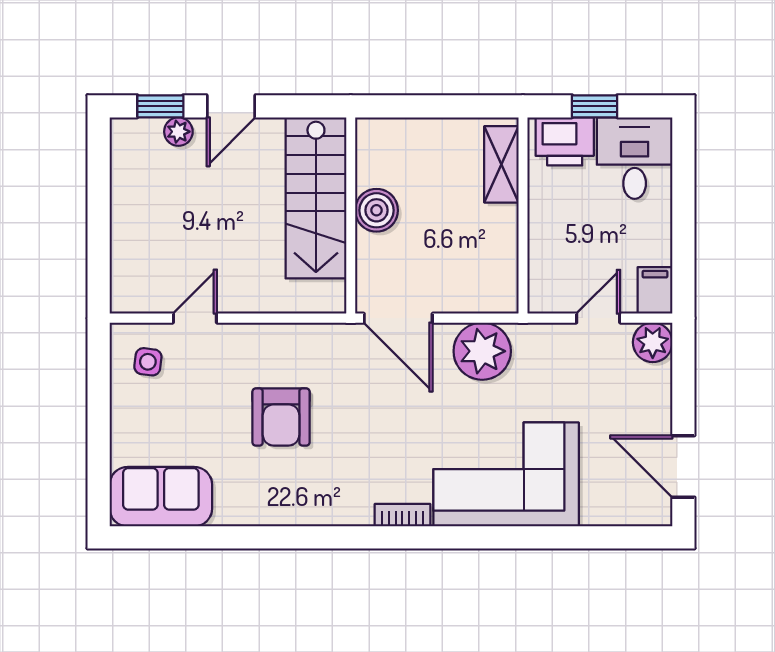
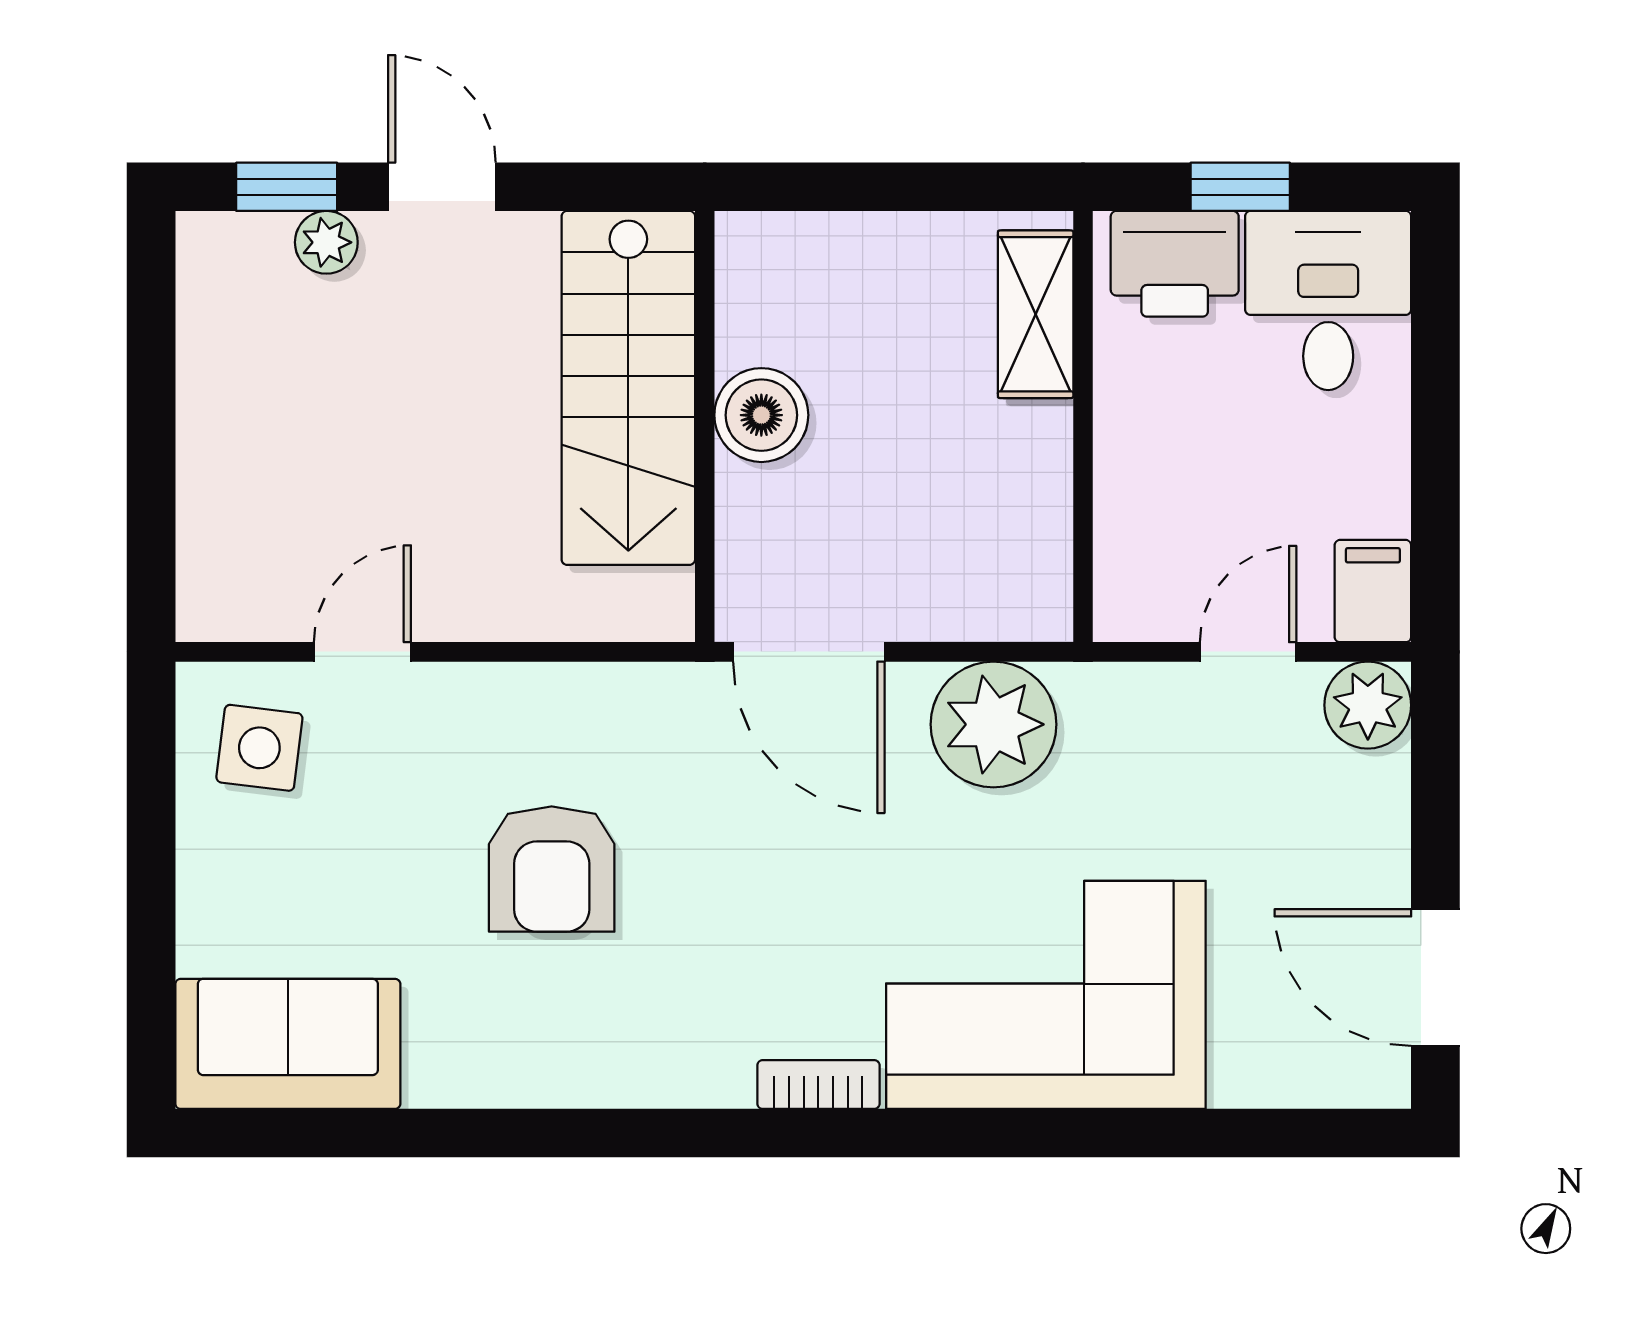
door: (231, 106) -> (442, 187), swing flipped
side table: (148, 362) -> (259, 748), width x1.37, depth x1.37

